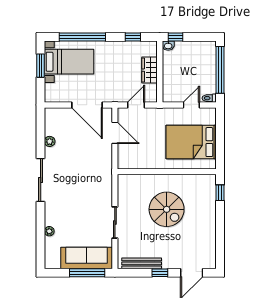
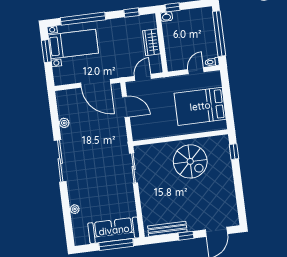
spiral stairs: (167, 209) -> (190, 161), moved
sliding door: (115, 222) -> (134, 168), moved

